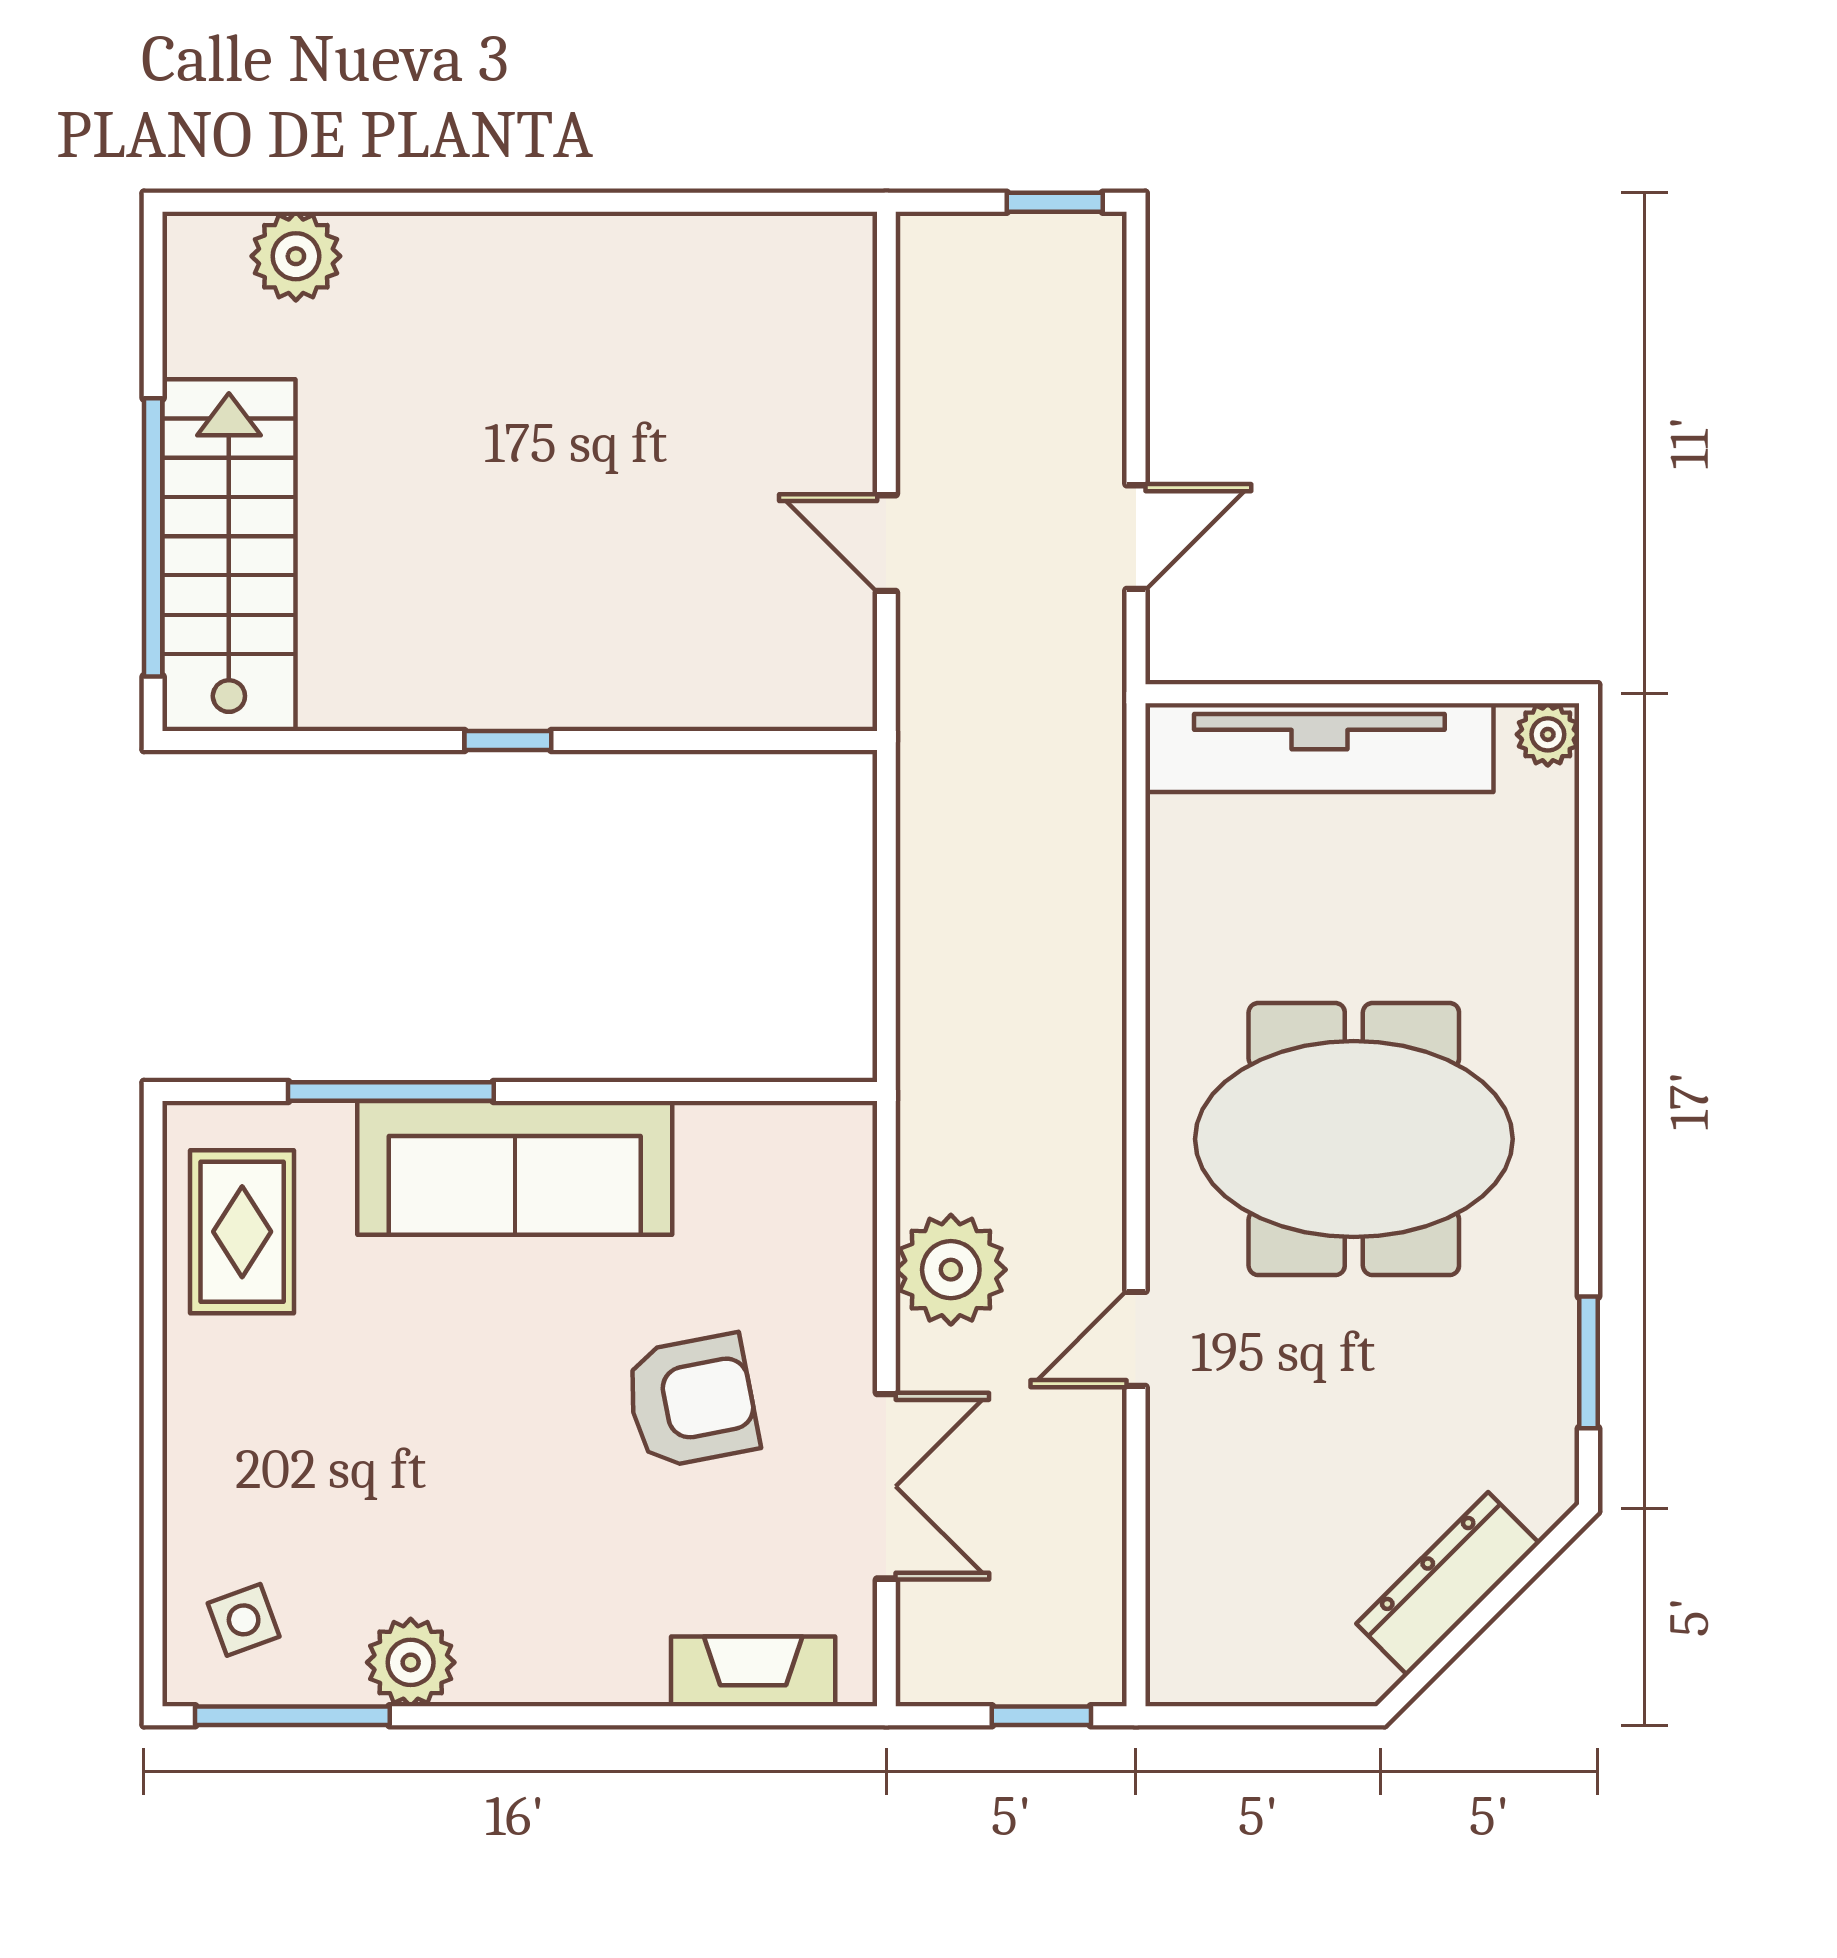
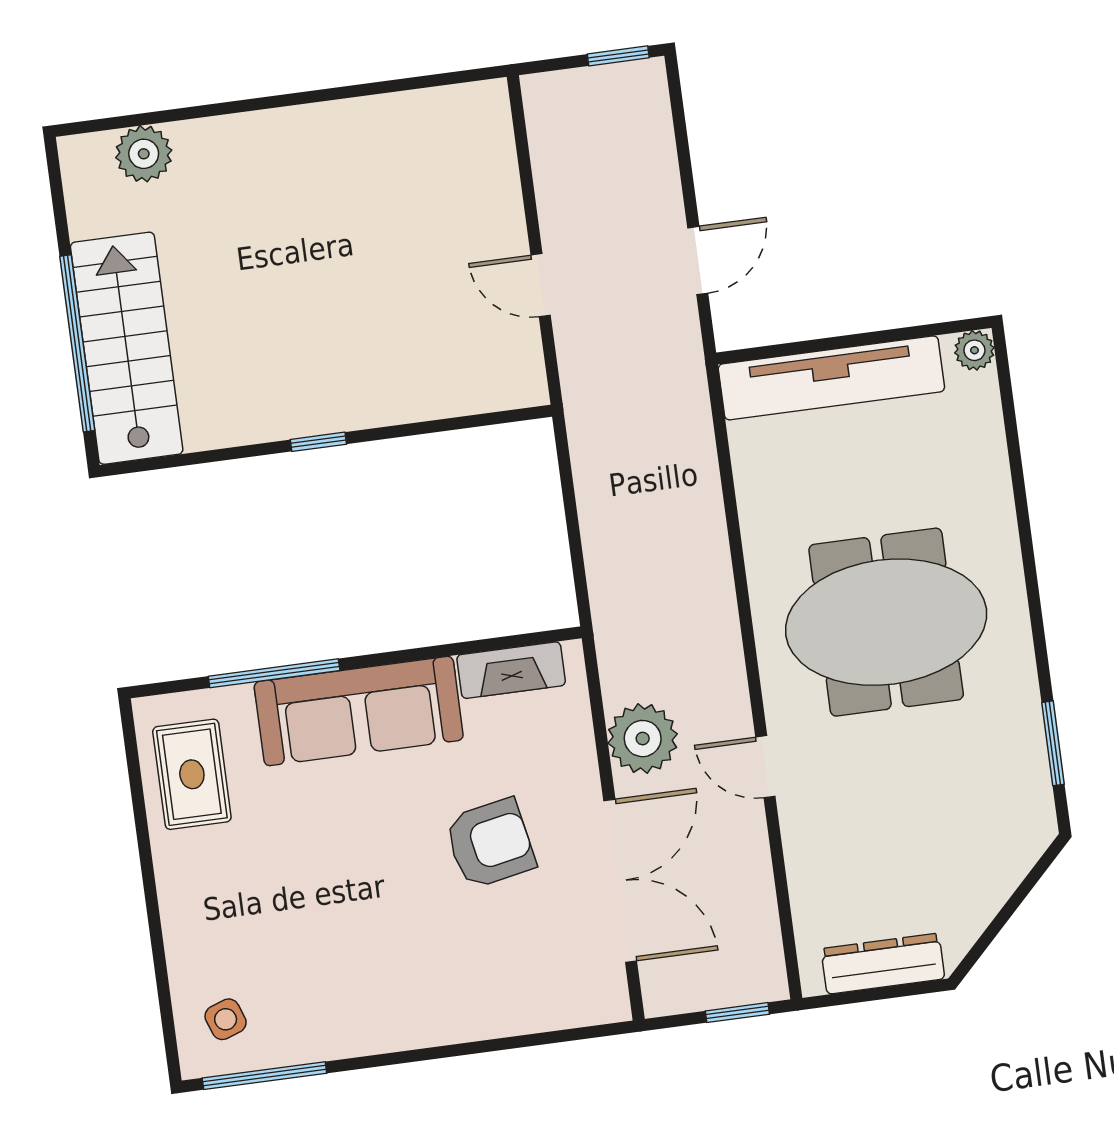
door: (1136, 1339) -> (765, 767), hinge flipped
double door: (886, 1486) -> (620, 881), width x1.37
dresser: (1448, 1584) -> (883, 964), moved, turned 45
plant: (411, 1662) -> (335, 1032), removed
fireplace: (753, 1671) -> (511, 670), moved, turned 180

